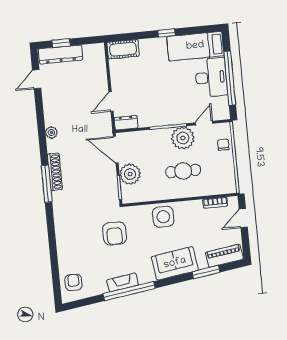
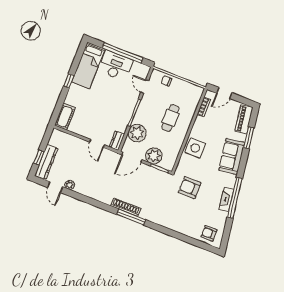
plant: (51, 133) -> (70, 185), moved
plant: (183, 138) -> (137, 133), moved
door: (243, 218) -> (224, 93), hinge flipped
armchair: (115, 233) -> (190, 188), turned 180

